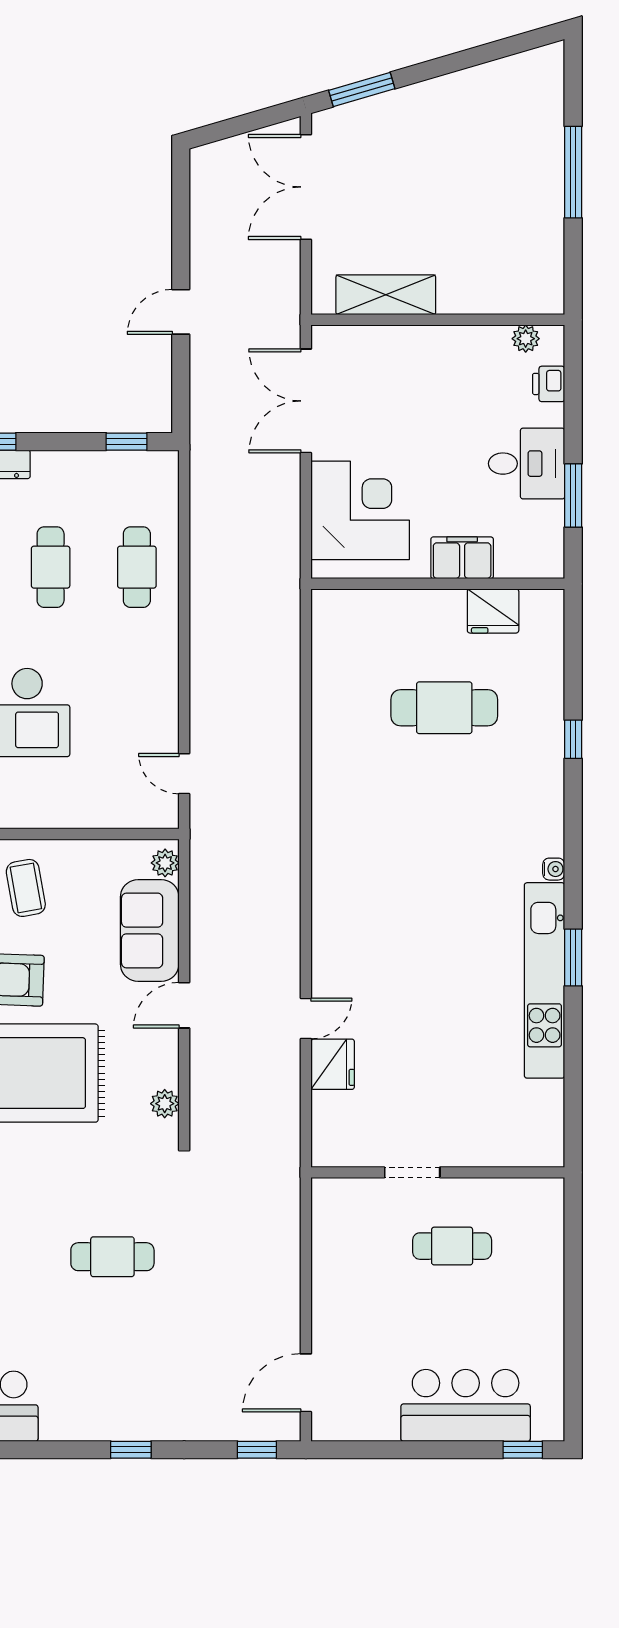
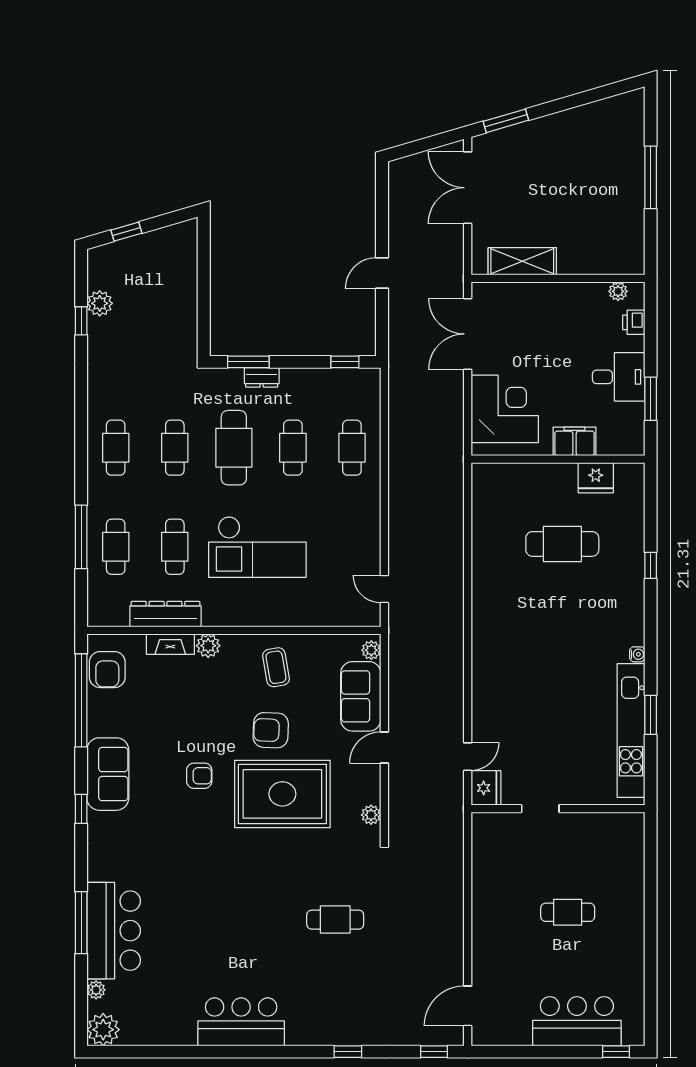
doorway: (412, 1172) -> (540, 809), moved
wall: (438, 1172) -> (558, 809), moved

